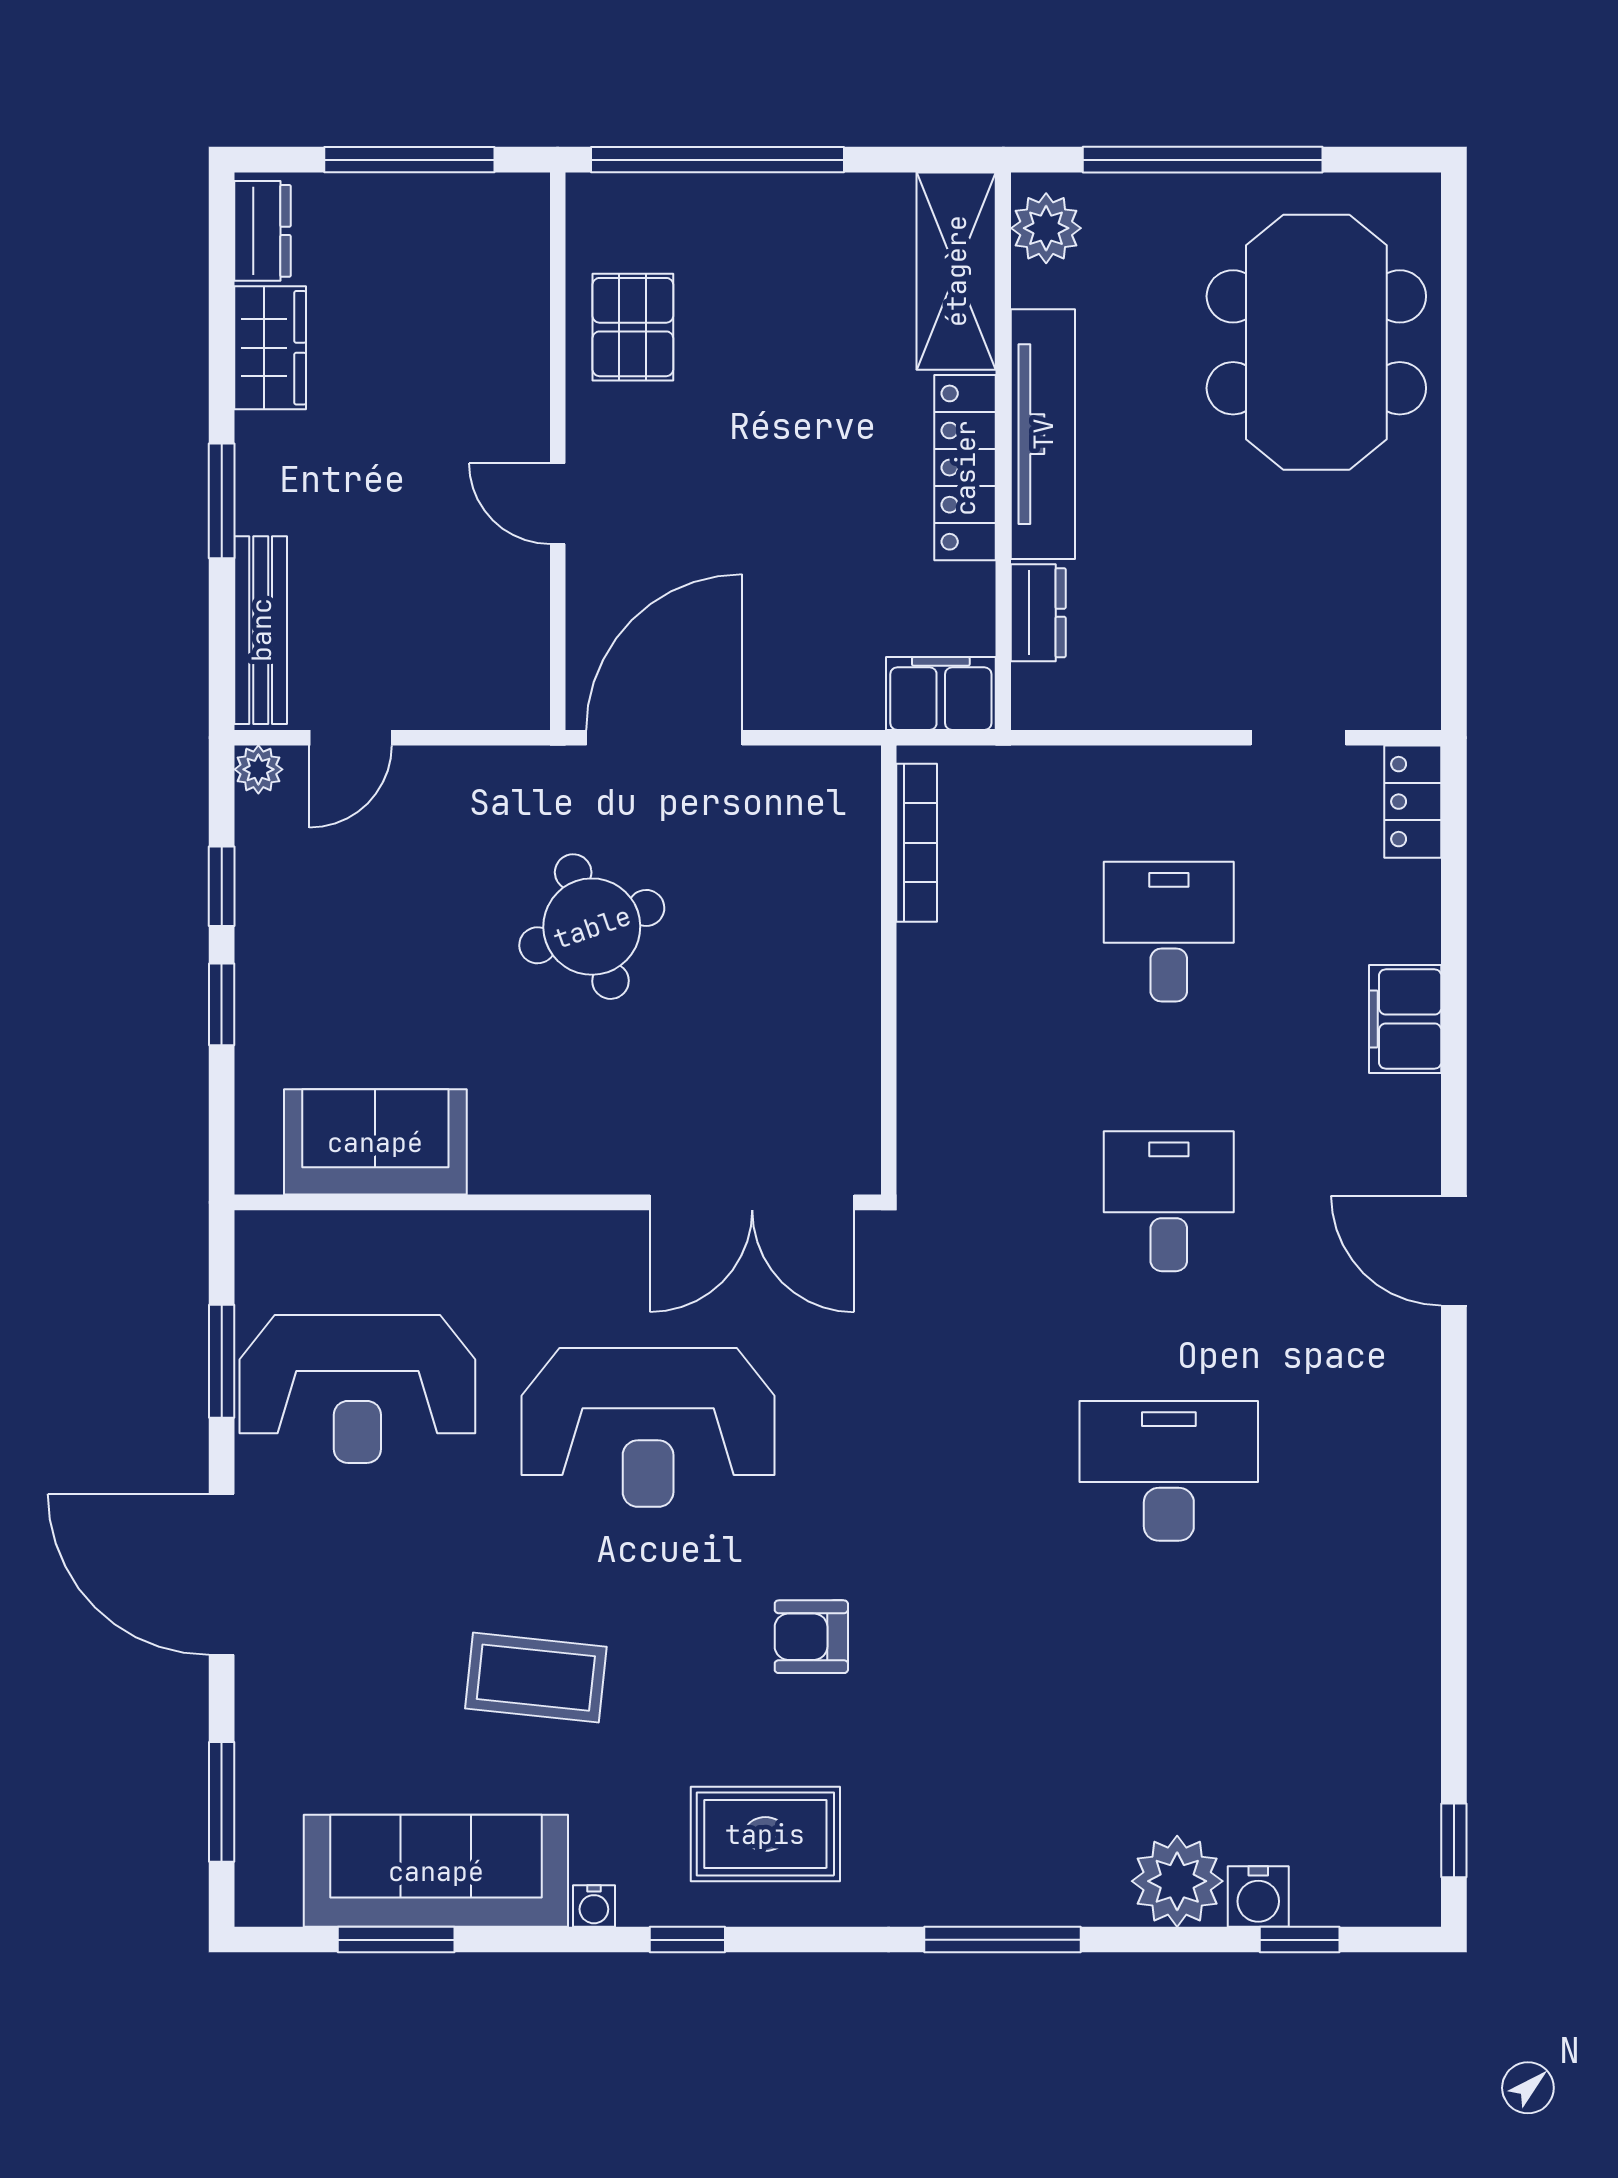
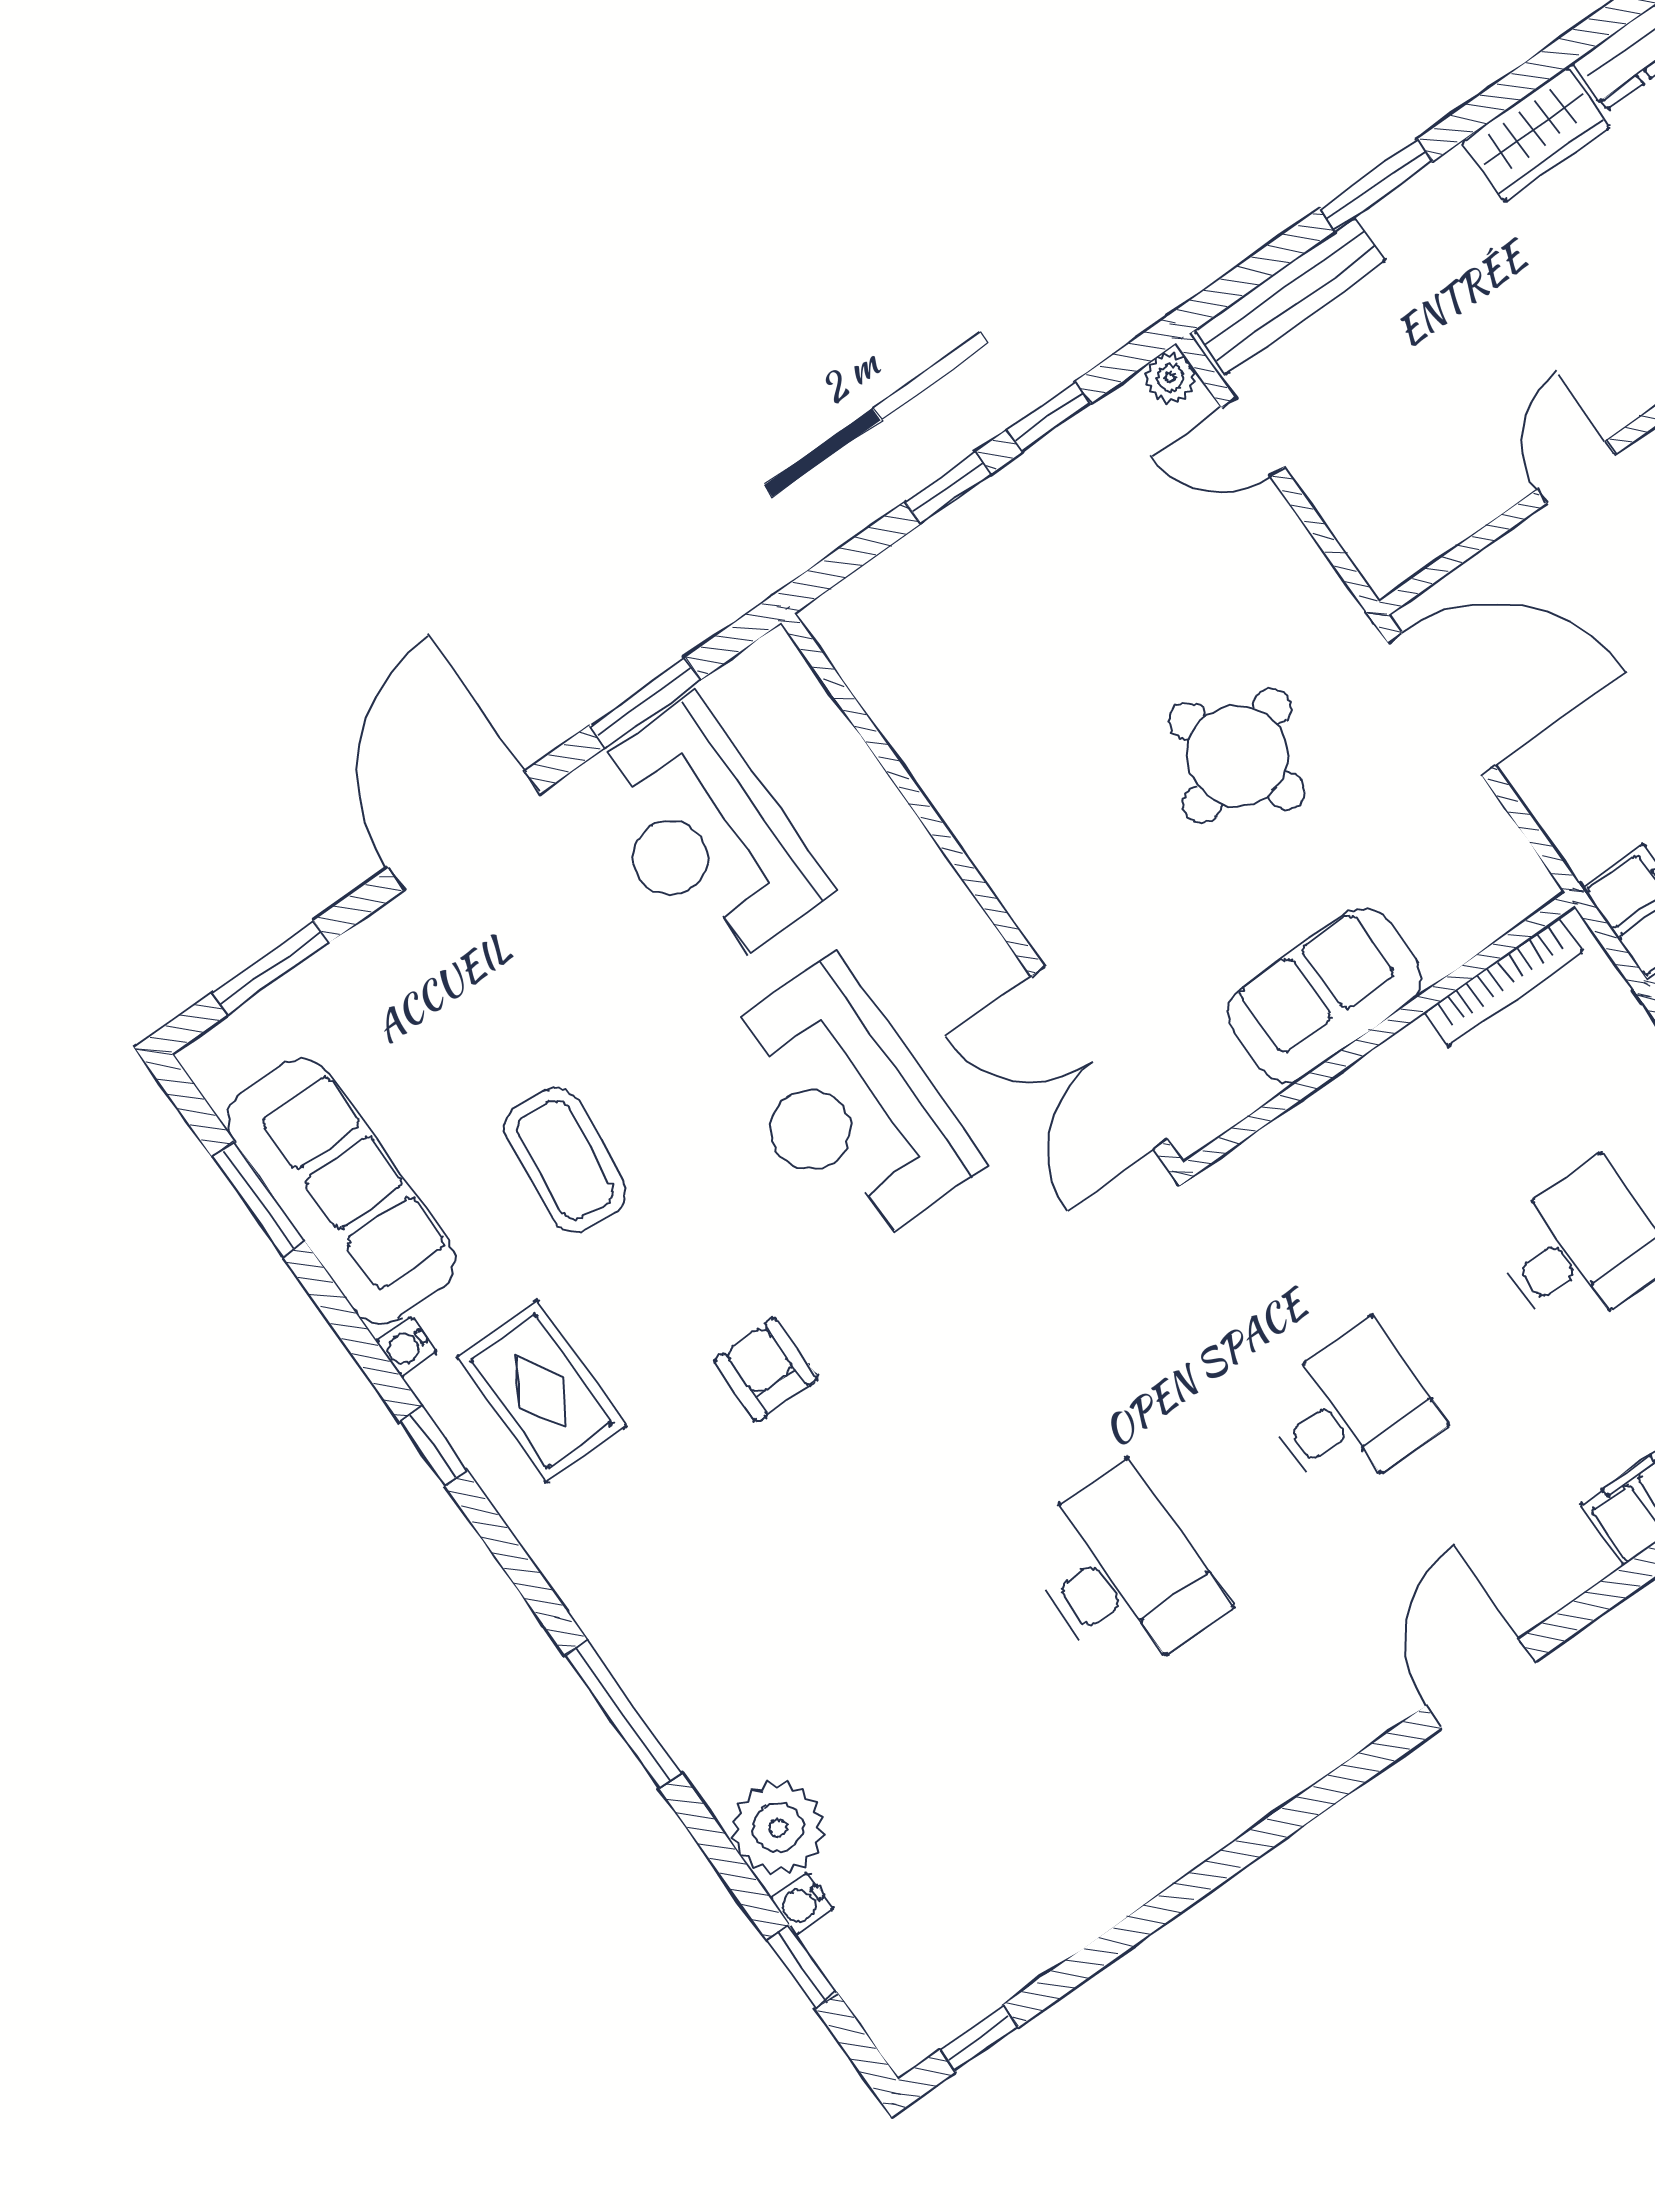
sofa: (375, 1142) -> (1325, 995), moved, turned -90
rug: (765, 1834) -> (542, 1392), moved
water cooler: (1258, 1896) -> (802, 1904), width x0.72, depth x0.72

